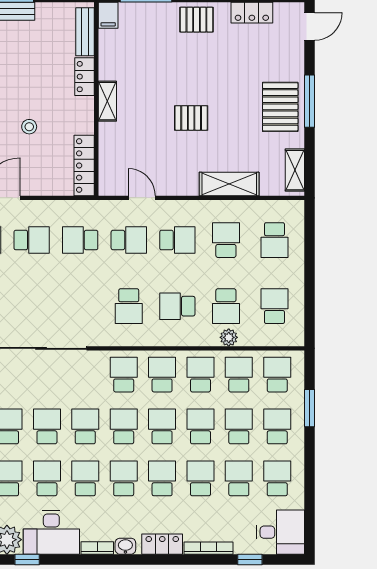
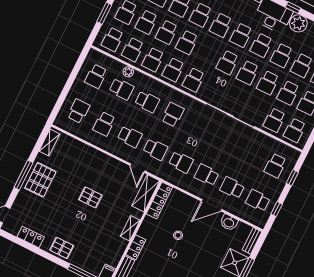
shelving: (229, 184) -> (146, 193), moved, turned 90
school desk: (129, 240) -> (155, 149), turned 180
school desk: (177, 240) -> (130, 137), turned 180
school desk: (226, 306) -> (122, 89), turned 90
school desk: (124, 426) -> (207, 52), removed

